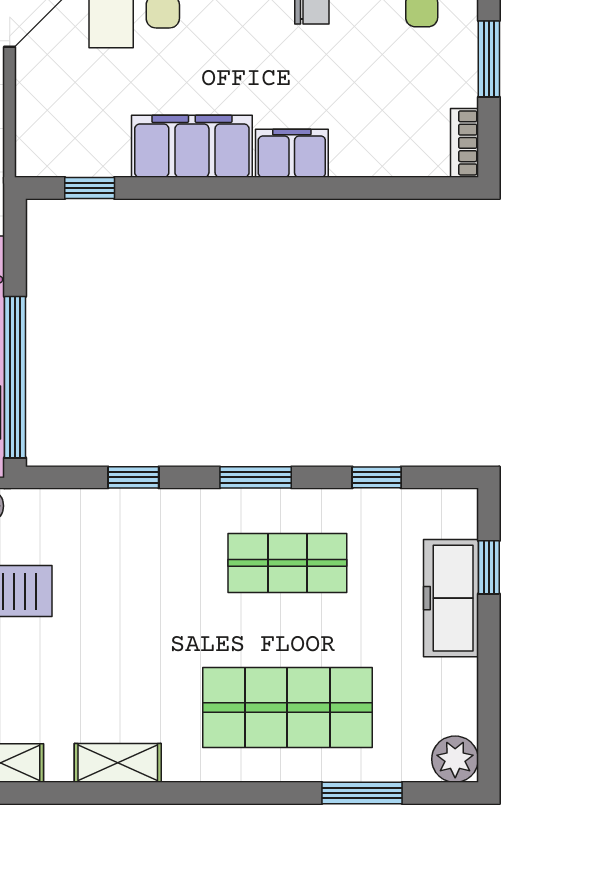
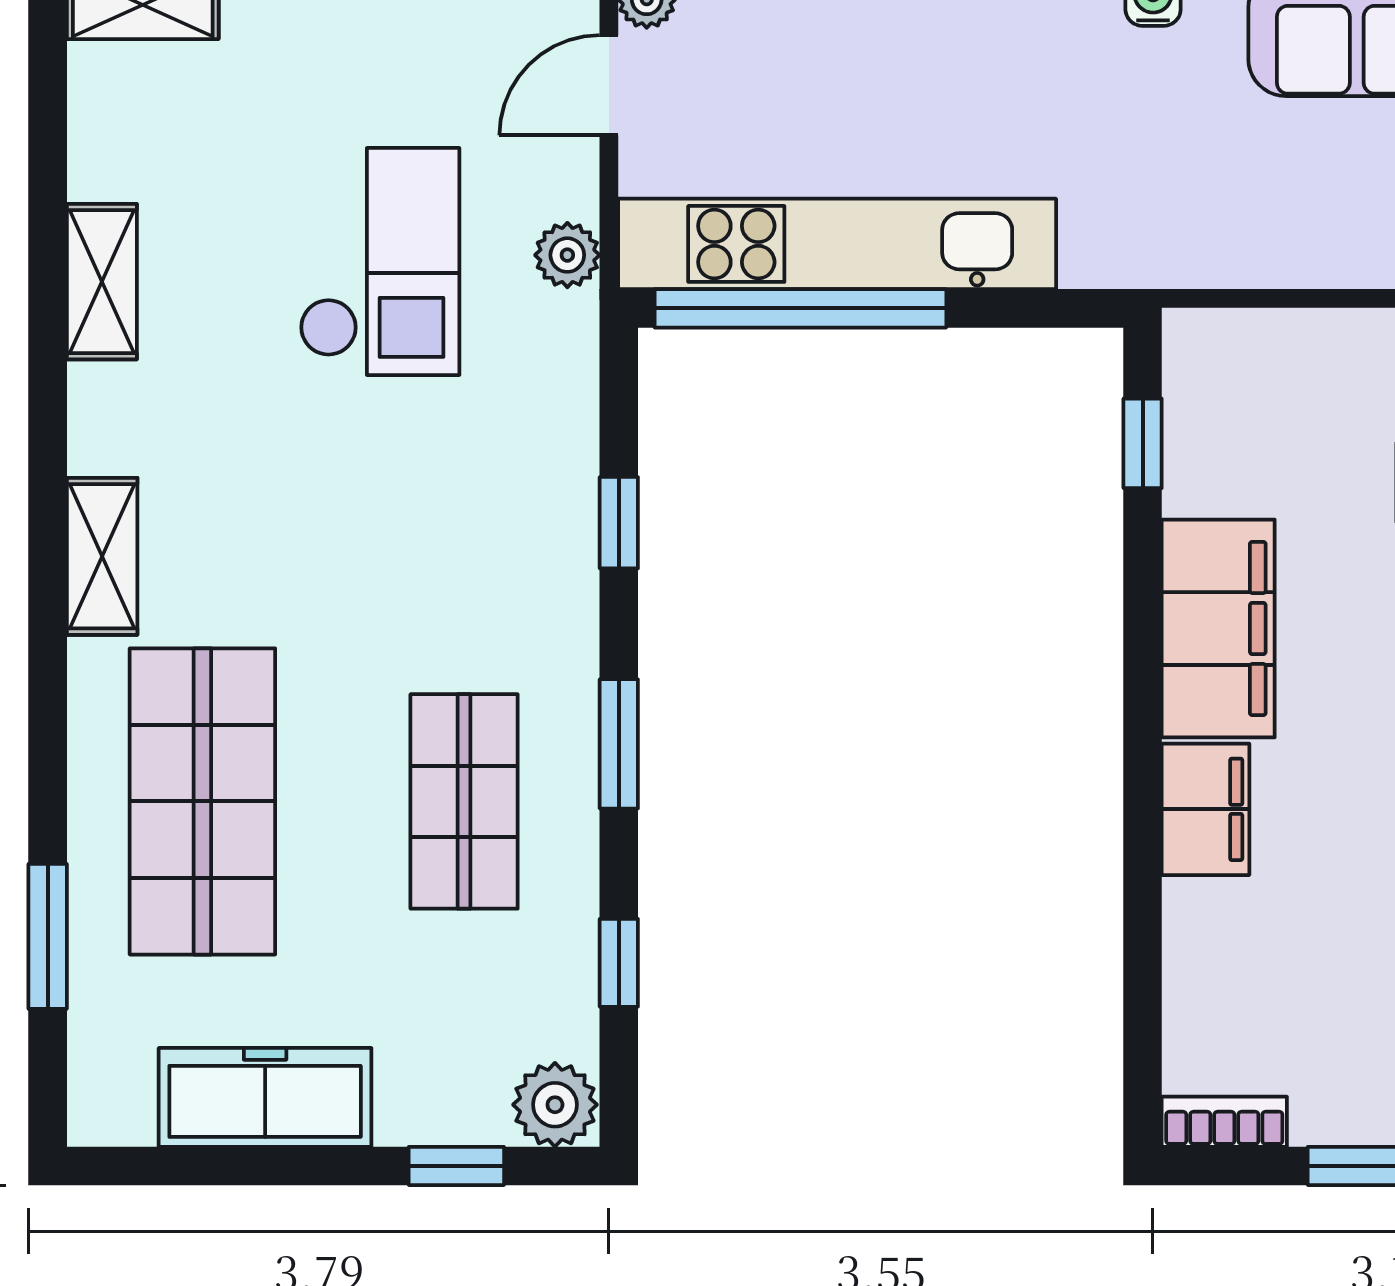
freezer: (451, 598) -> (265, 1097), moved
plant: (455, 759) -> (555, 1105), moved
shelving: (118, 763) -> (102, 556), moved

